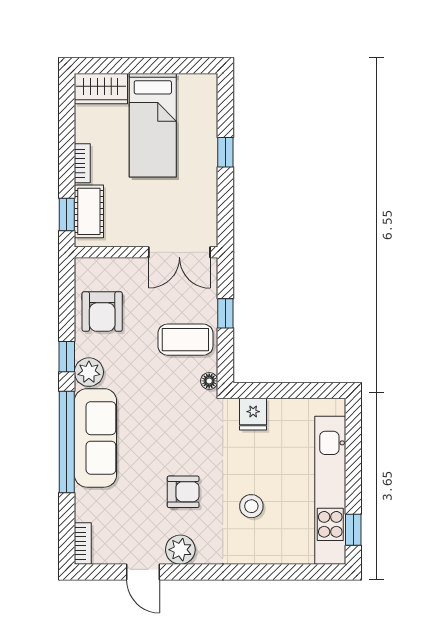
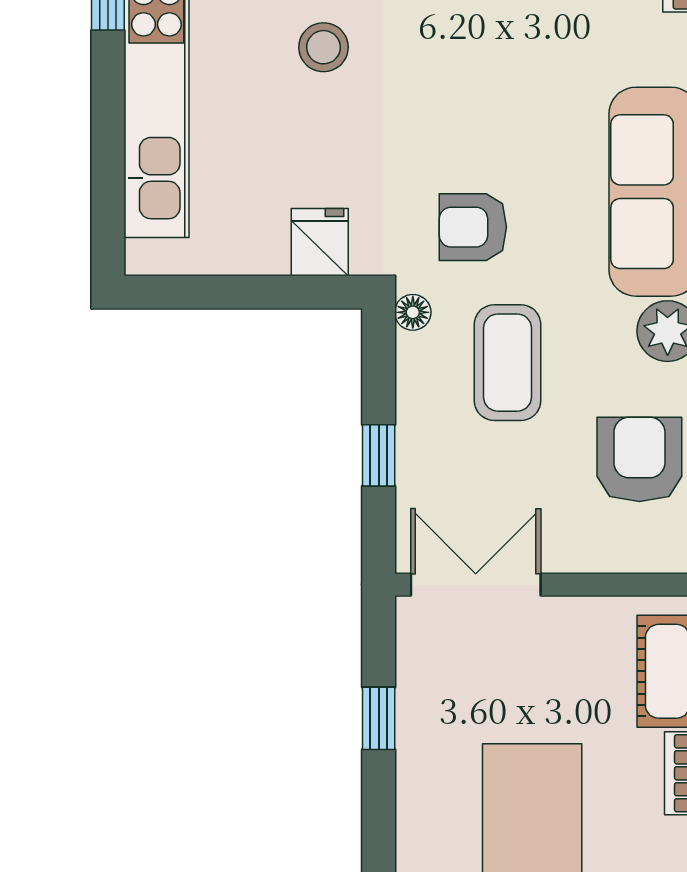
window: (225, 152) -> (379, 718), moved
coffee table: (185, 340) -> (508, 363), moved, turned 90
armchair: (183, 492) -> (473, 227), moved

